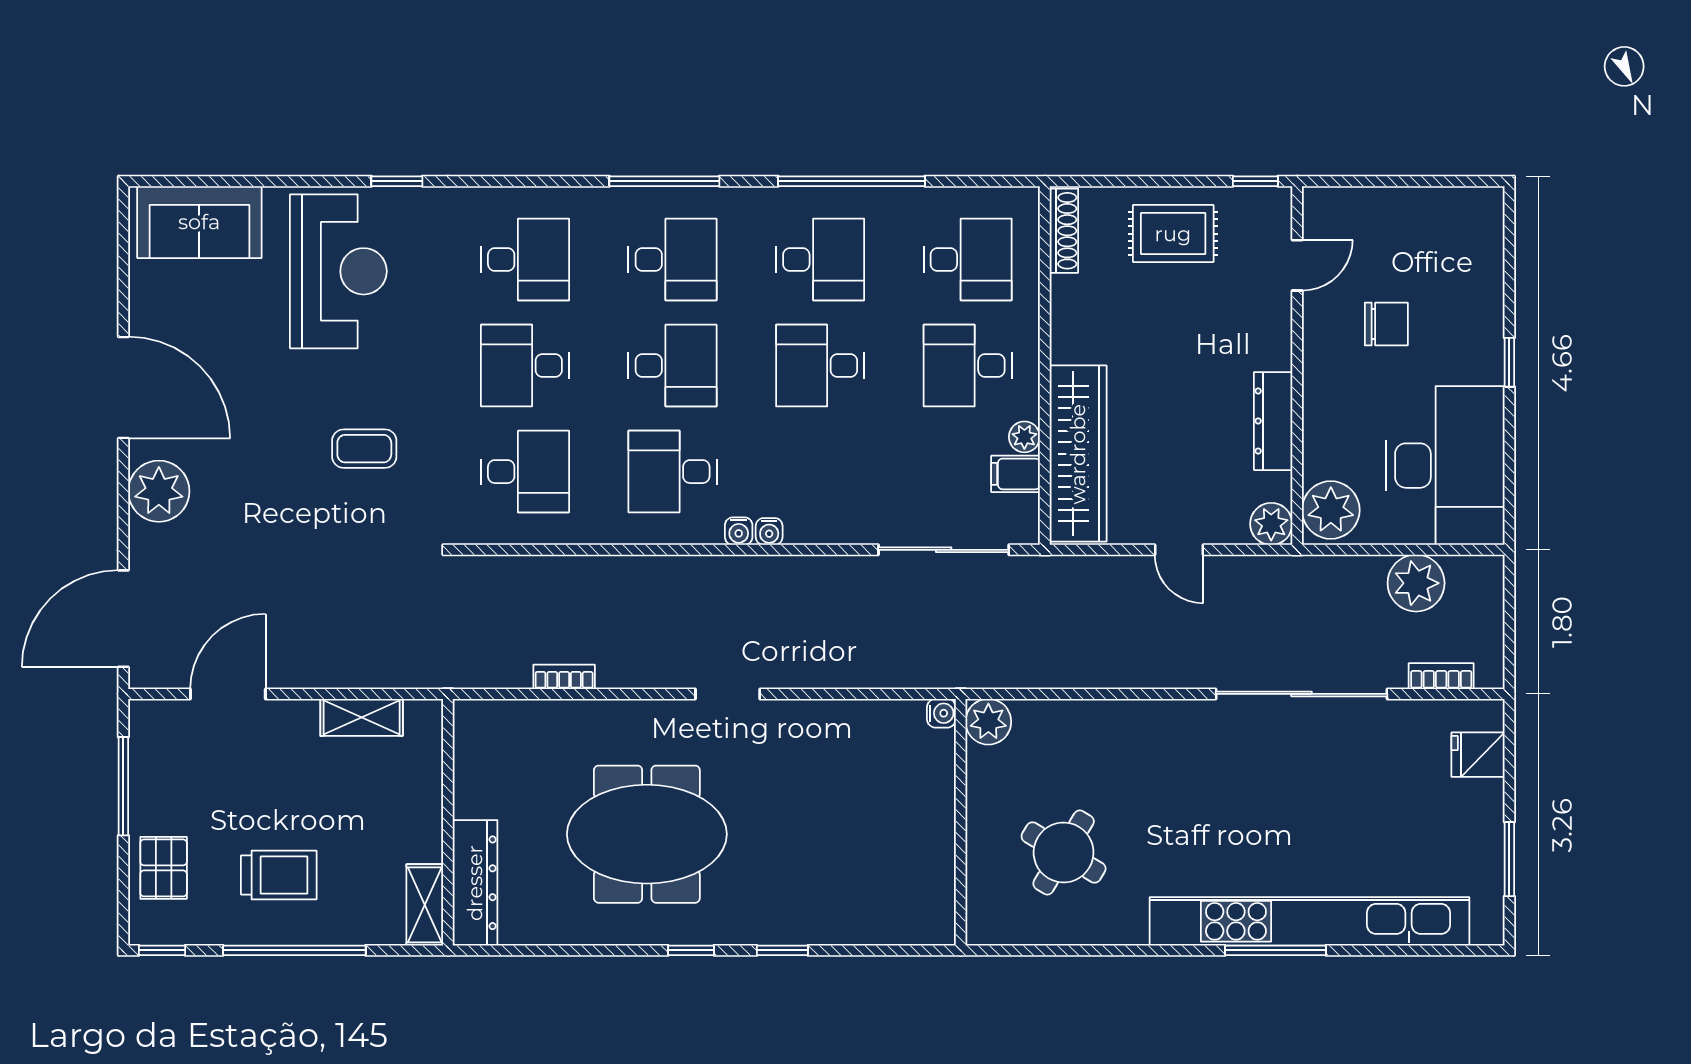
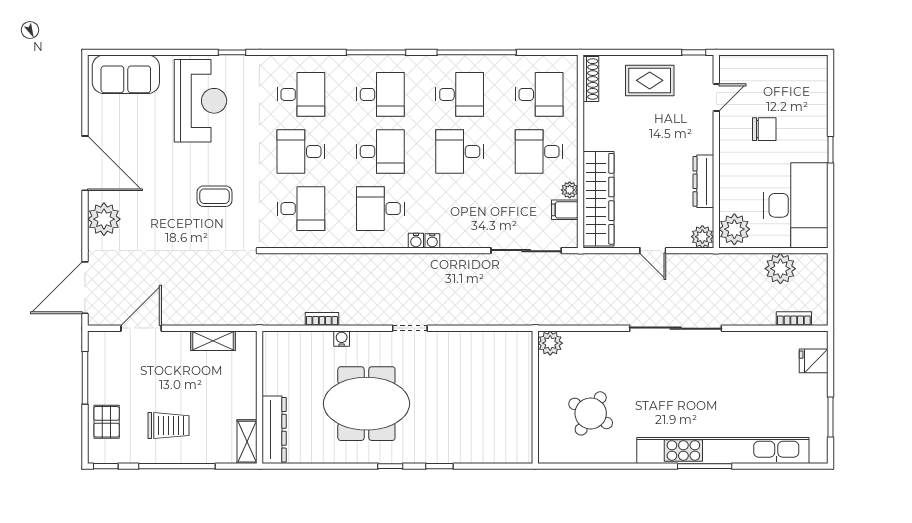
sliding door: (1301, 694) -> (676, 328), moved
water cooler: (941, 713) -> (342, 339), moved, turned -90

